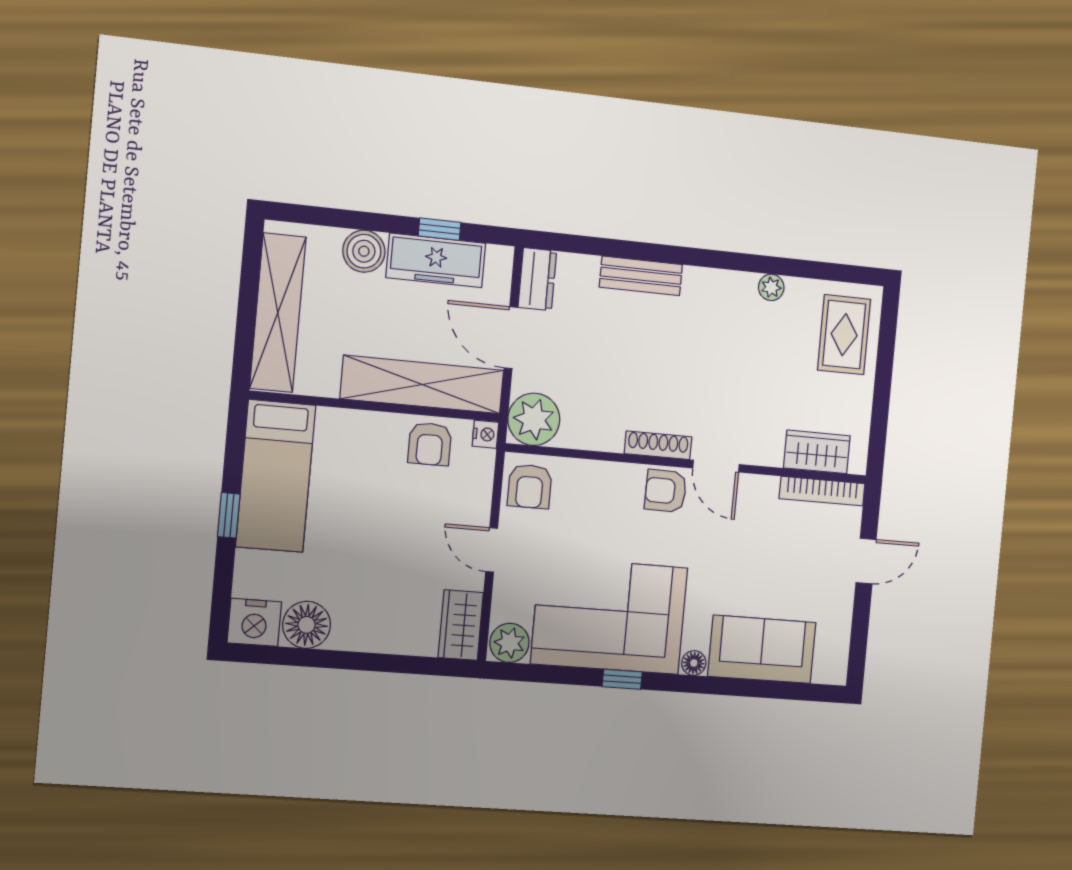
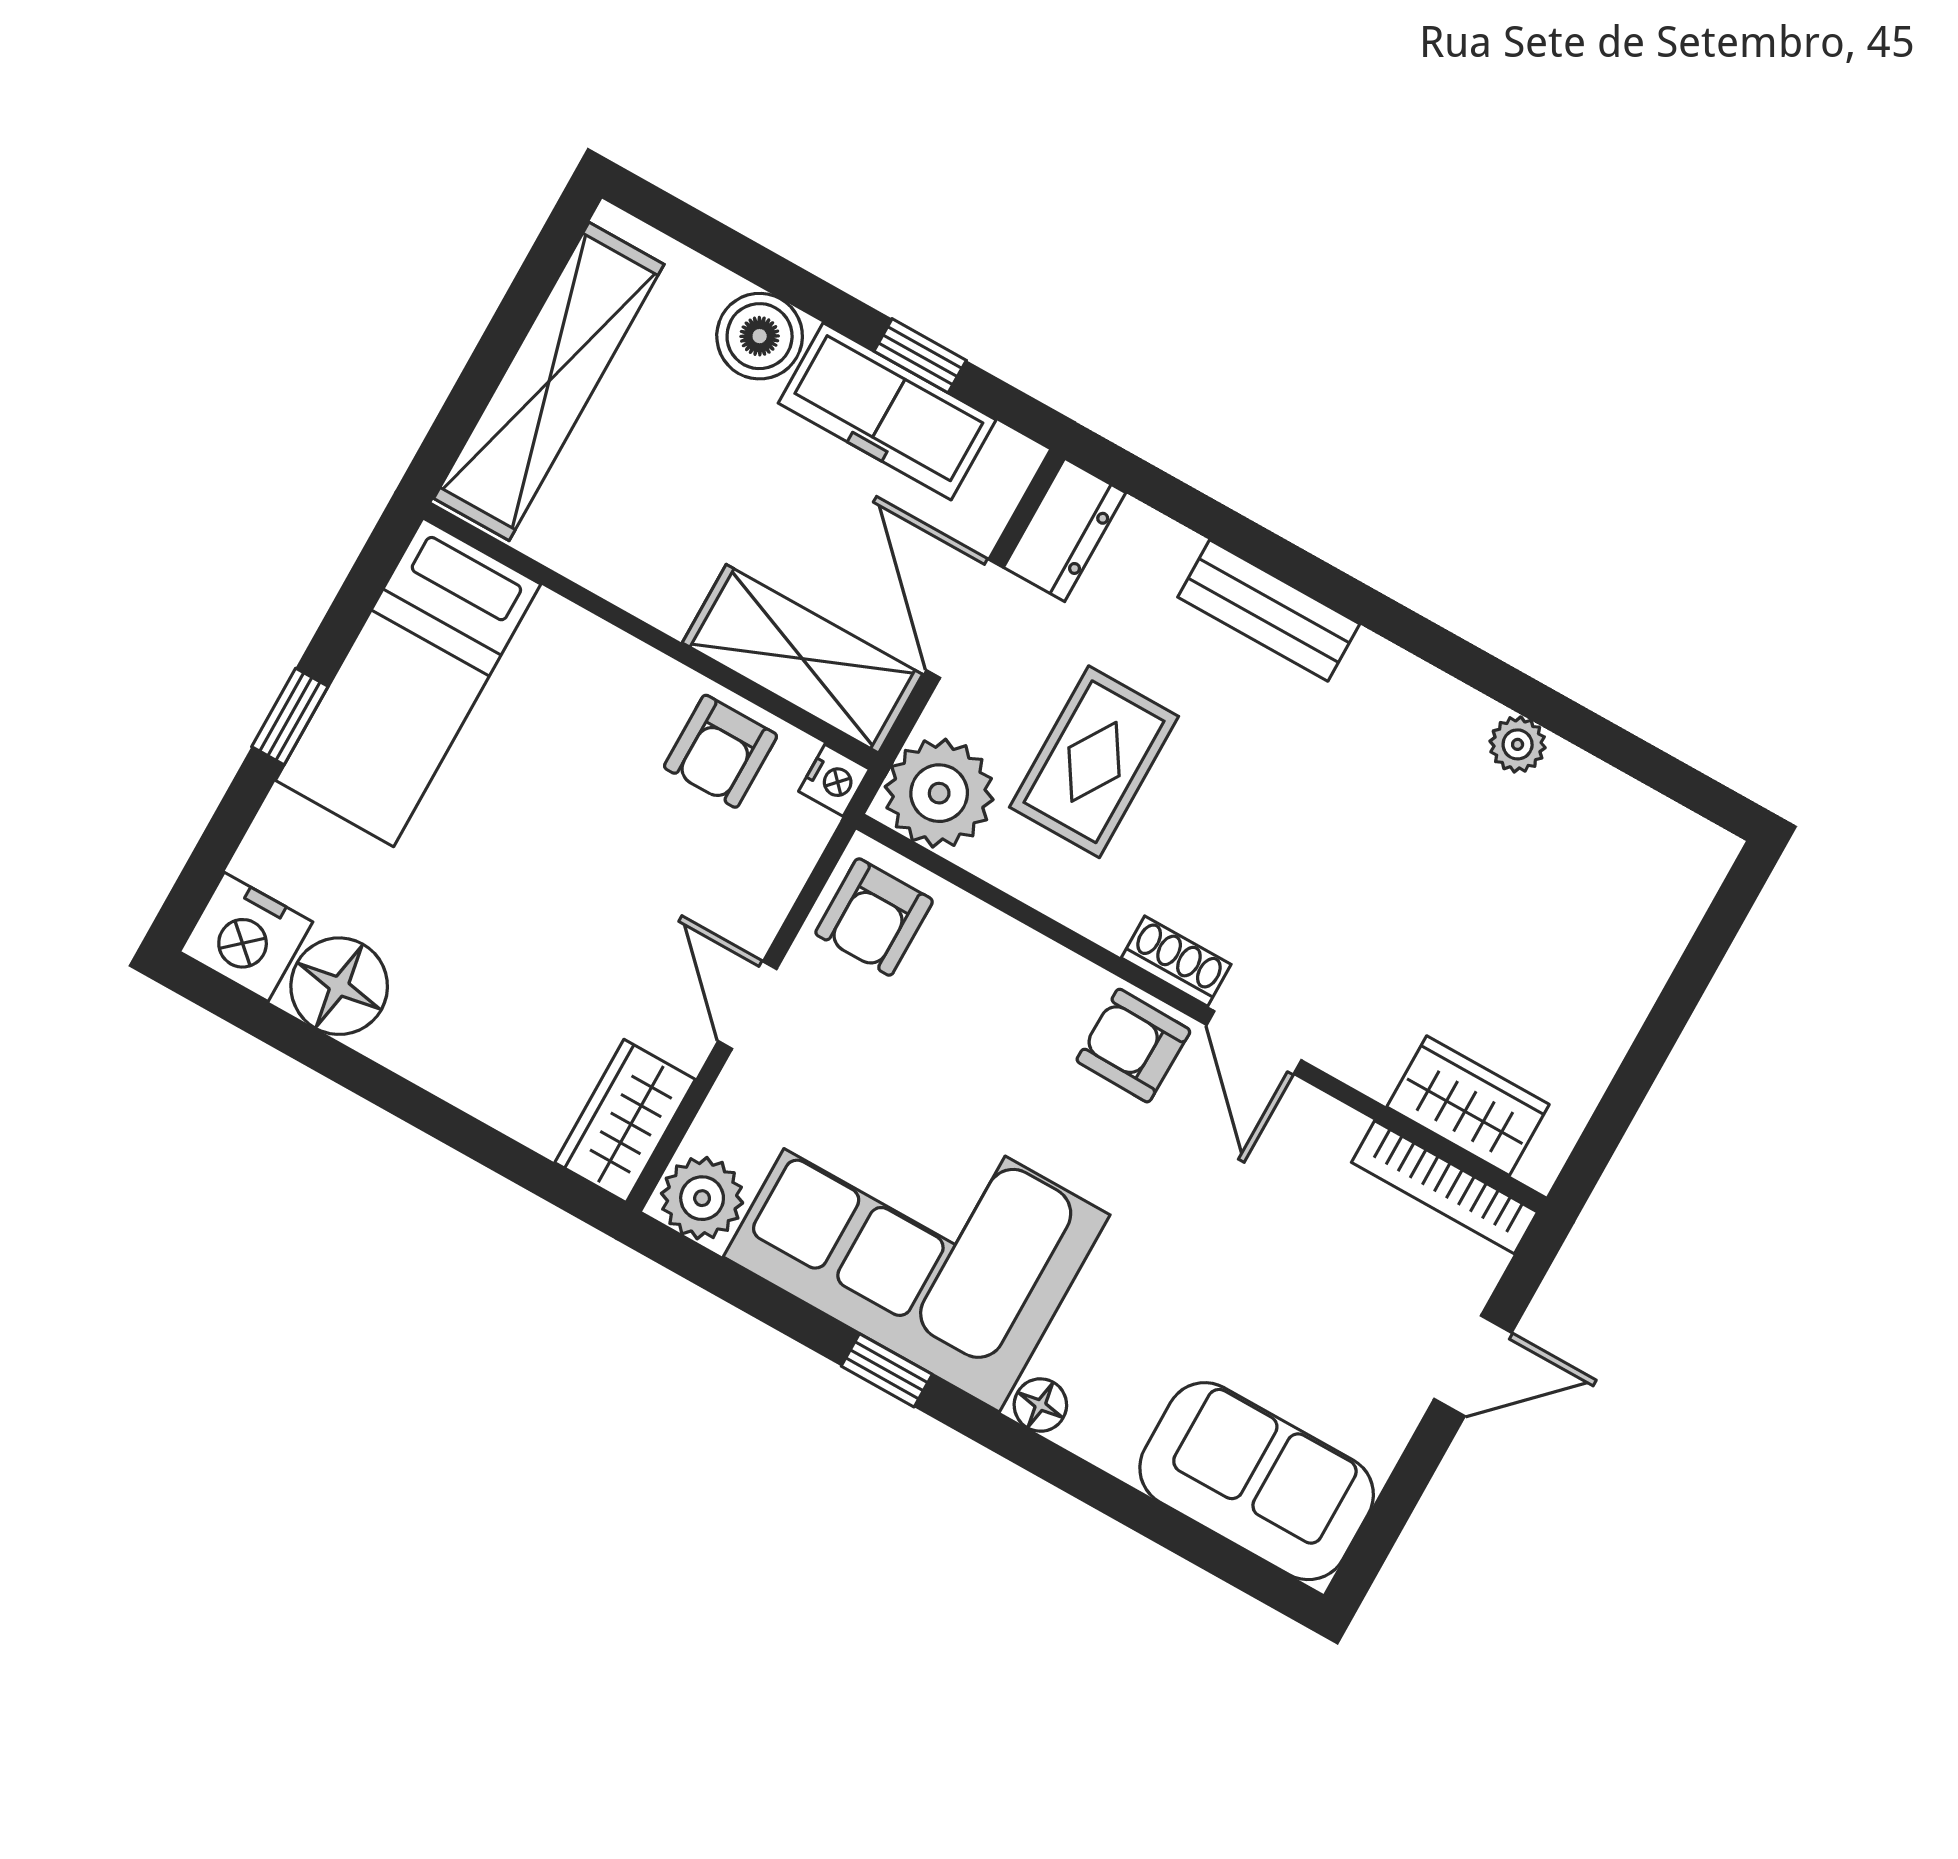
rug: (844, 335) -> (1094, 762), moved
shelving: (422, 384) -> (802, 659), width x0.68
shoe rack: (658, 445) -> (1176, 961), width x0.70
sofa: (762, 649) -> (1257, 1481), moved

